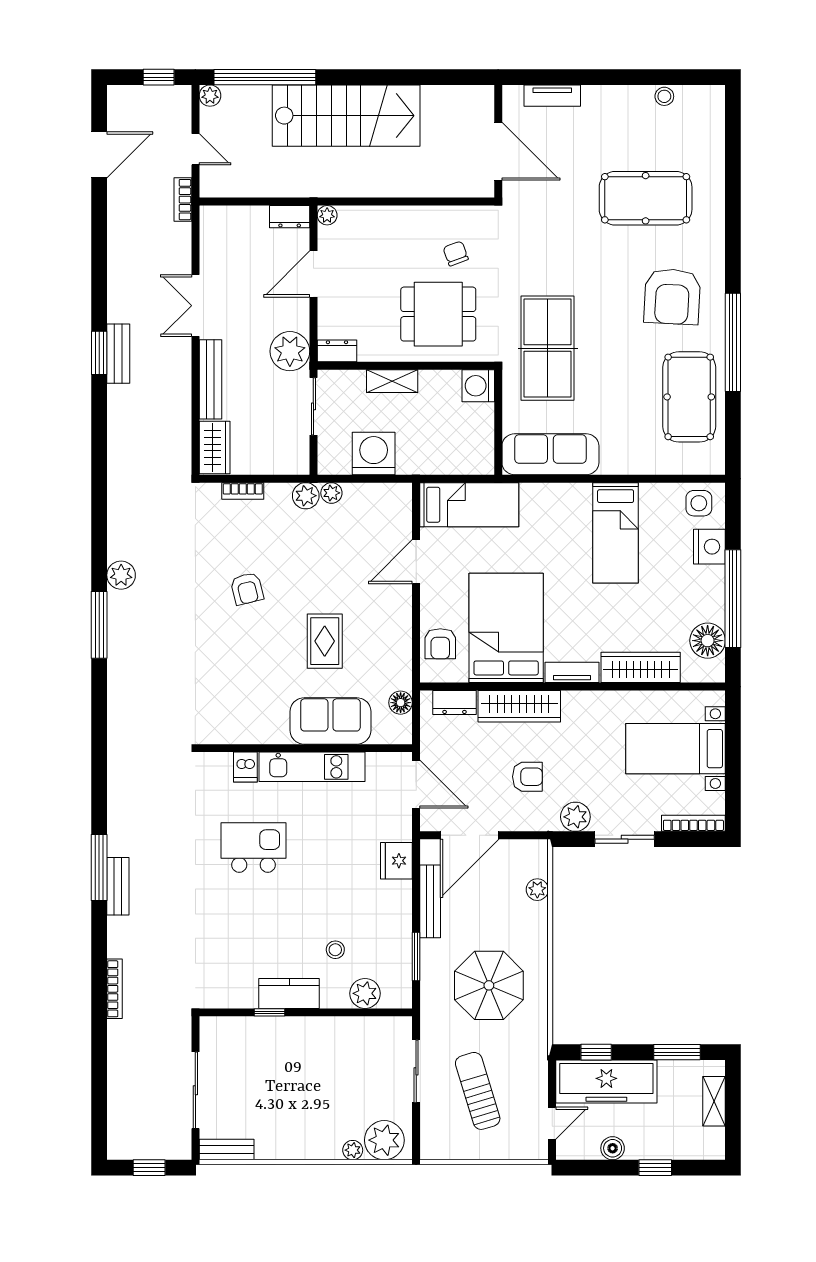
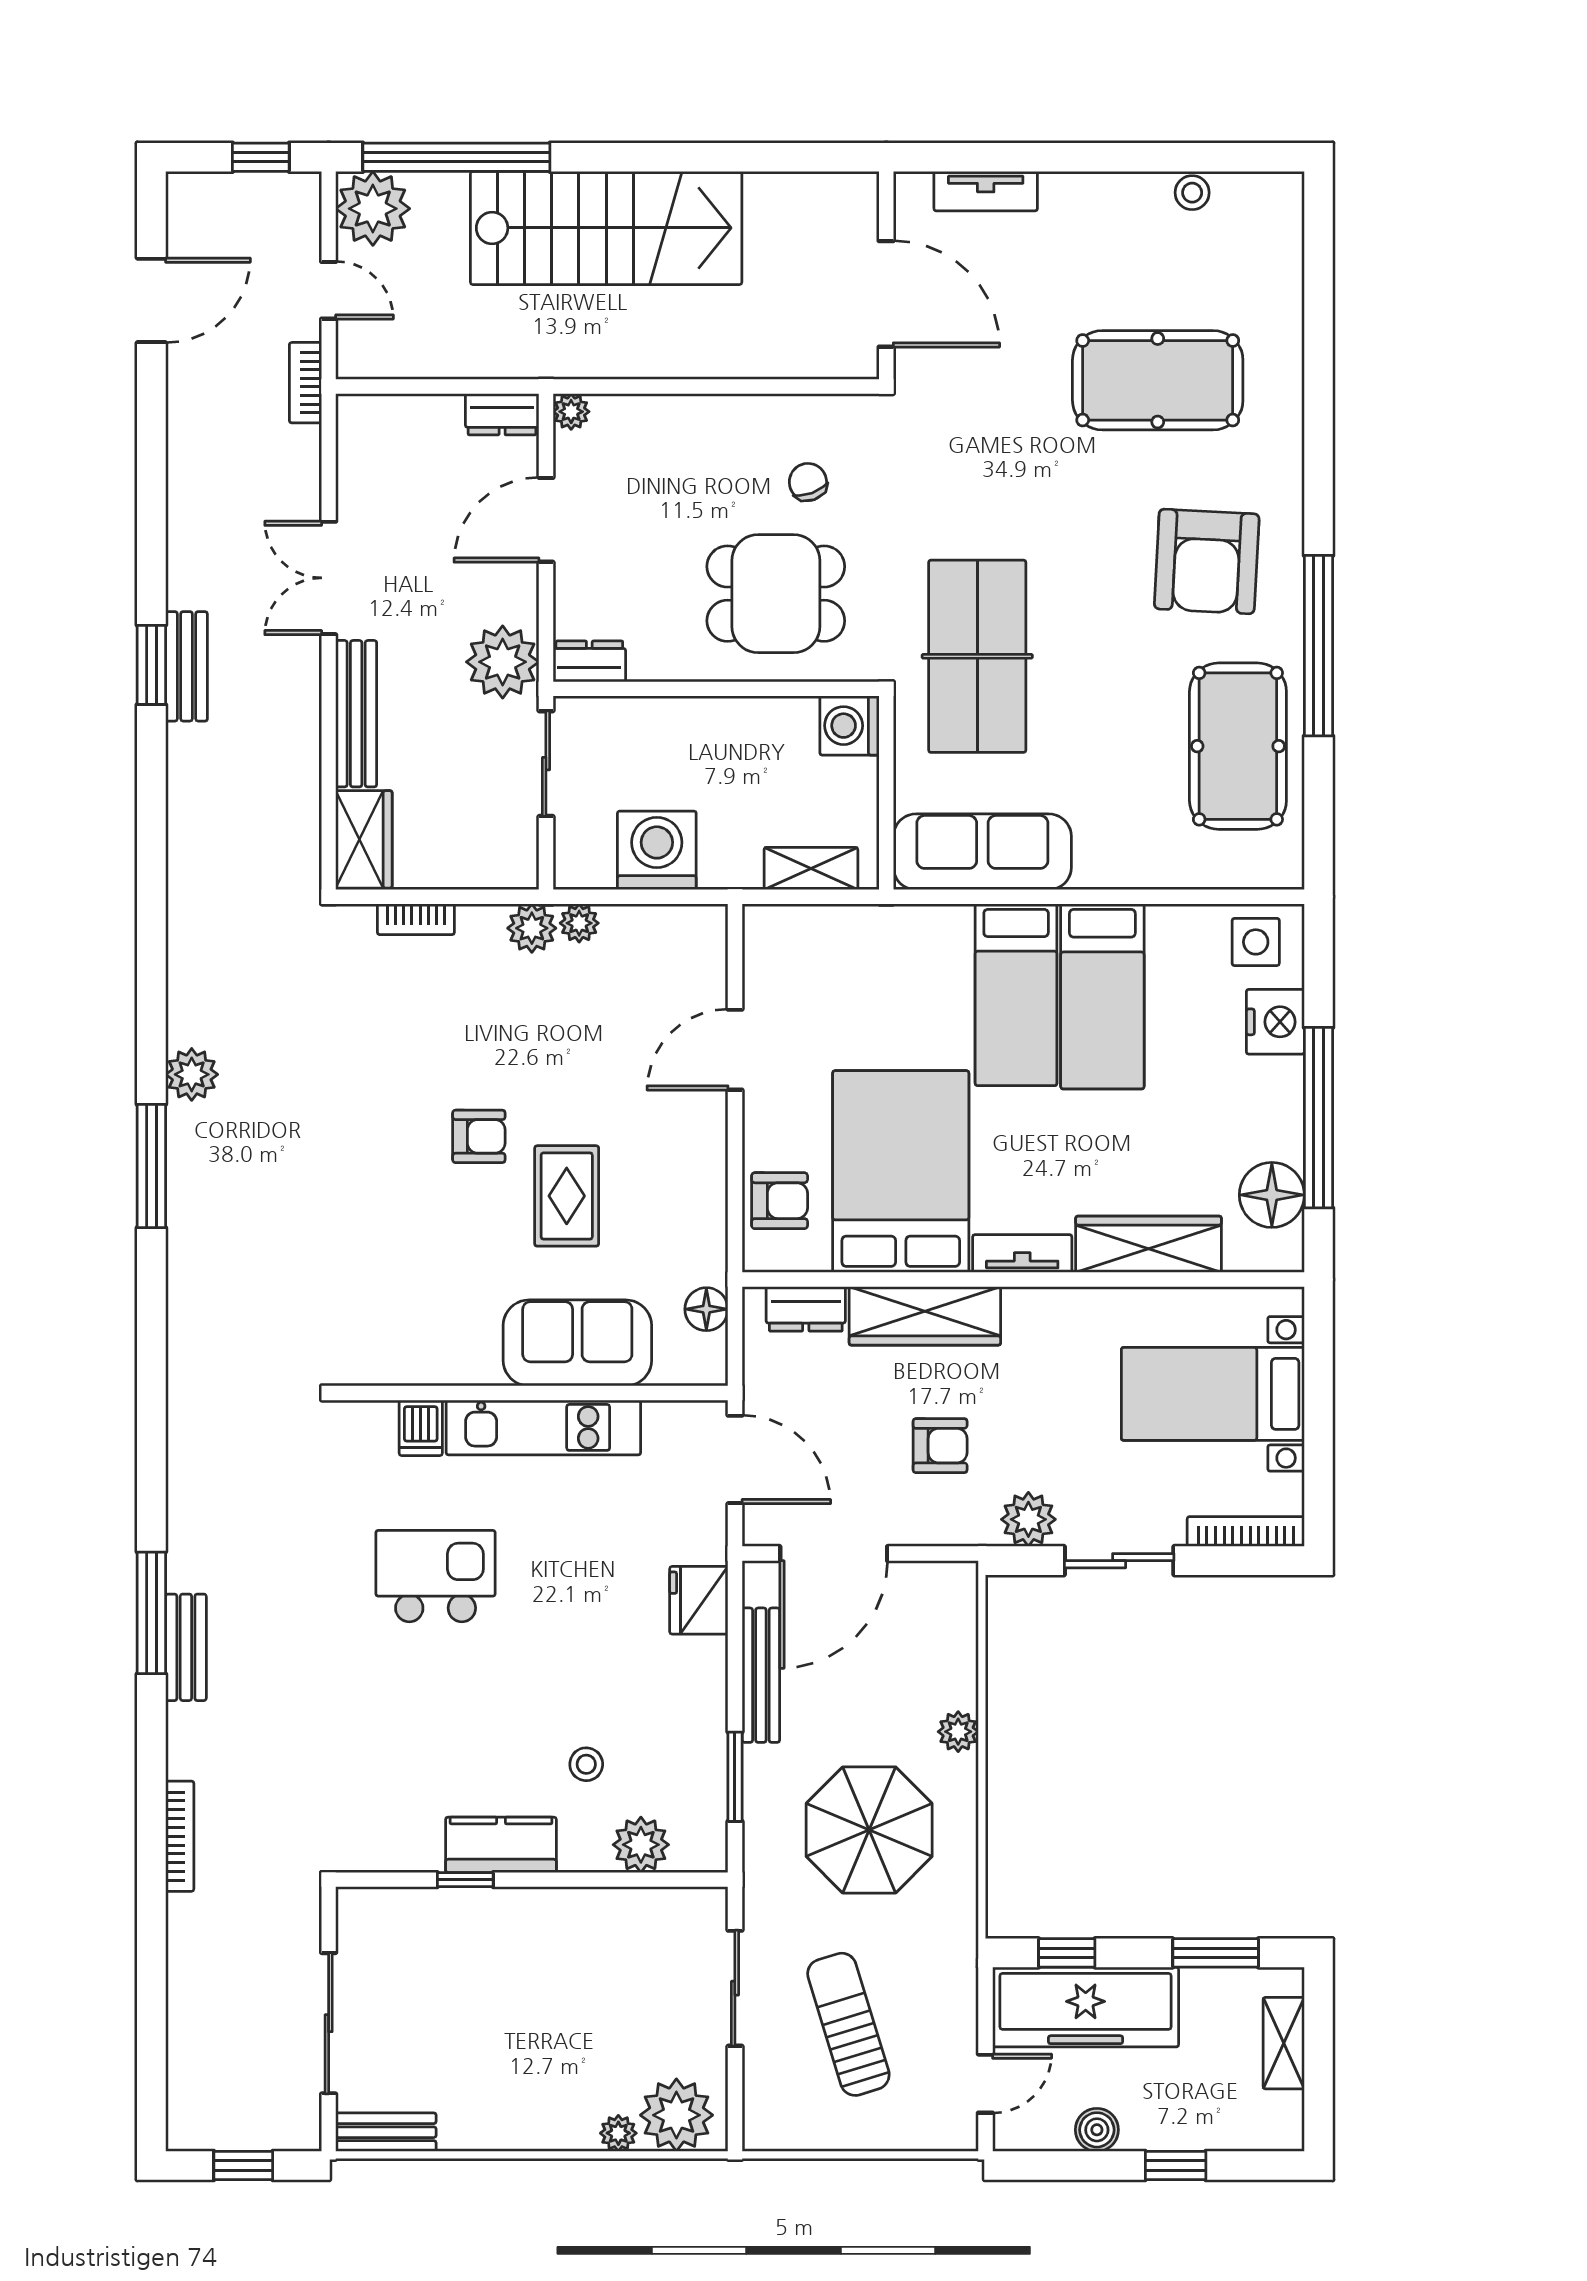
plant: (210, 96) -> (373, 209), width x1.87, depth x1.87
shelving: (392, 381) -> (811, 869), moved
bed: (469, 505) -> (1016, 995), moved, turned 90
armchair: (247, 589) -> (479, 1136), moved, turned -76
armchair: (440, 644) -> (780, 1201), turned -90
plant: (537, 890) -> (958, 1732), moved

